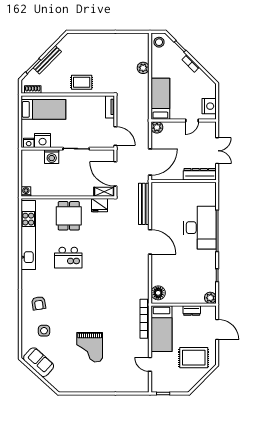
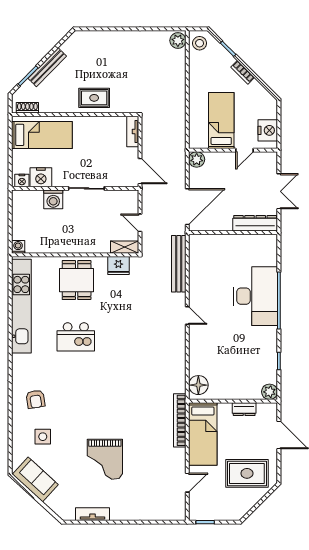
plant: (143, 68) -> (178, 41), moved
bed: (160, 99) -> (221, 120), moved
door: (115, 174) -> (140, 223), width x0.53
door: (150, 242) -> (187, 315), width x0.53
door: (150, 364) -> (187, 483), swing flipped
tv unit: (80, 388) -> (92, 514), added

